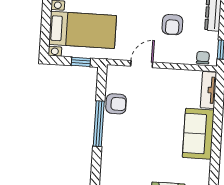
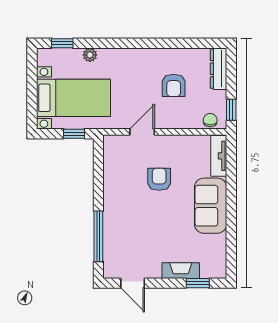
armchair: (116, 104) -> (159, 179), moved, turned -90
window: (99, 124) -> (98, 236), moved

